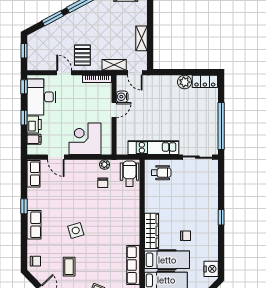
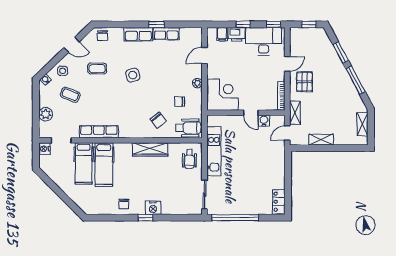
pallet: (82, 55) -> (304, 82), turned 90
plant: (185, 82) -> (278, 182), removed
corner desk: (85, 139) -> (223, 95), moved
plant: (105, 165) -> (197, 83), moved
row of seats: (33, 174) -> (166, 34), moved
chair: (122, 204) -> (158, 120), added
wardrobe: (152, 231) -> (150, 149), moved
chair: (186, 236) -> (124, 204), moved
nightstand: (211, 269) -> (153, 208), moved

